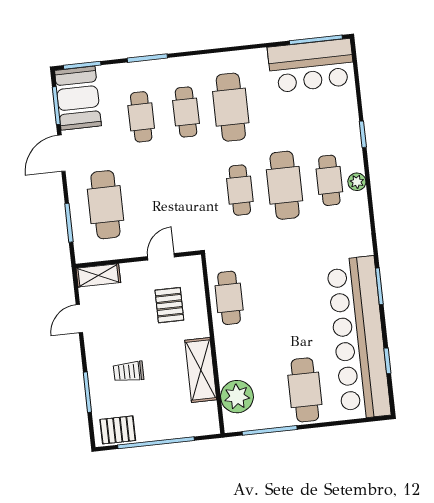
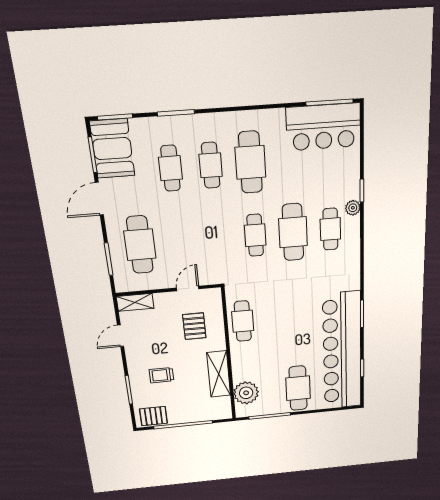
plant: (357, 182) -> (353, 208), moved

